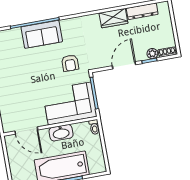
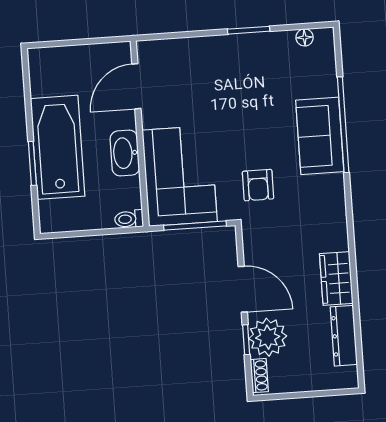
plant: (152, 54) -> (268, 337), width x1.87, depth x1.87
armchair: (70, 63) -> (258, 185), turned -90

